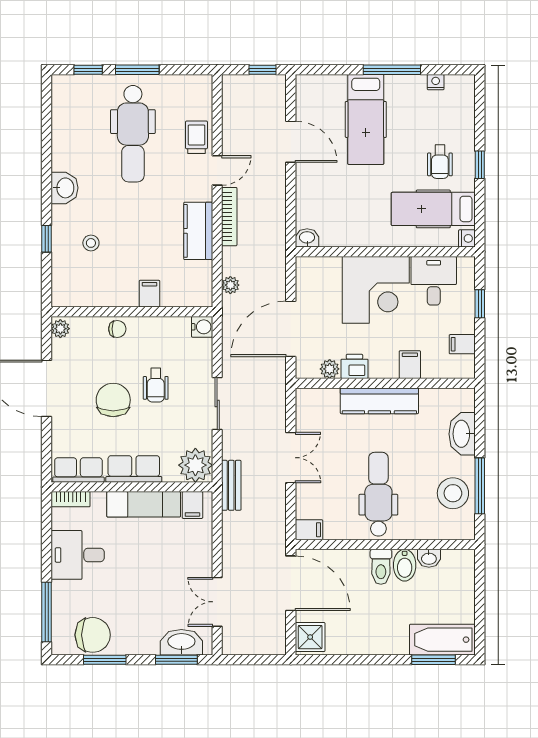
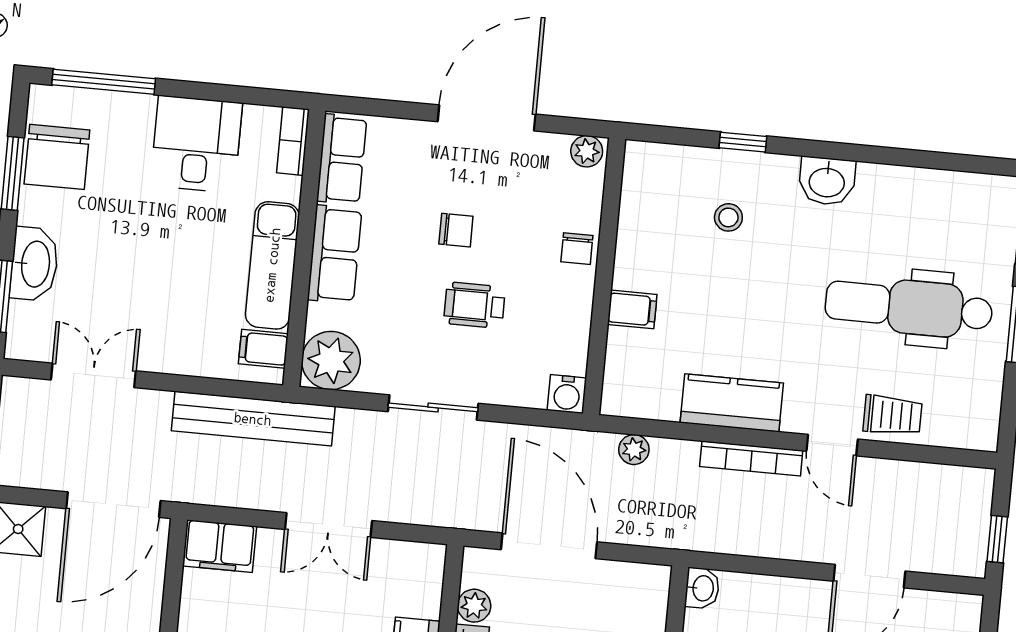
chair: (113, 400) -> (456, 230), width x0.54, depth x0.54
bench: (231, 485) -> (253, 419), width x1.86, depth x1.21
filing cabinet: (309, 530) -> (220, 546), width x2.00
washbasin: (181, 642) -> (34, 264), moved

